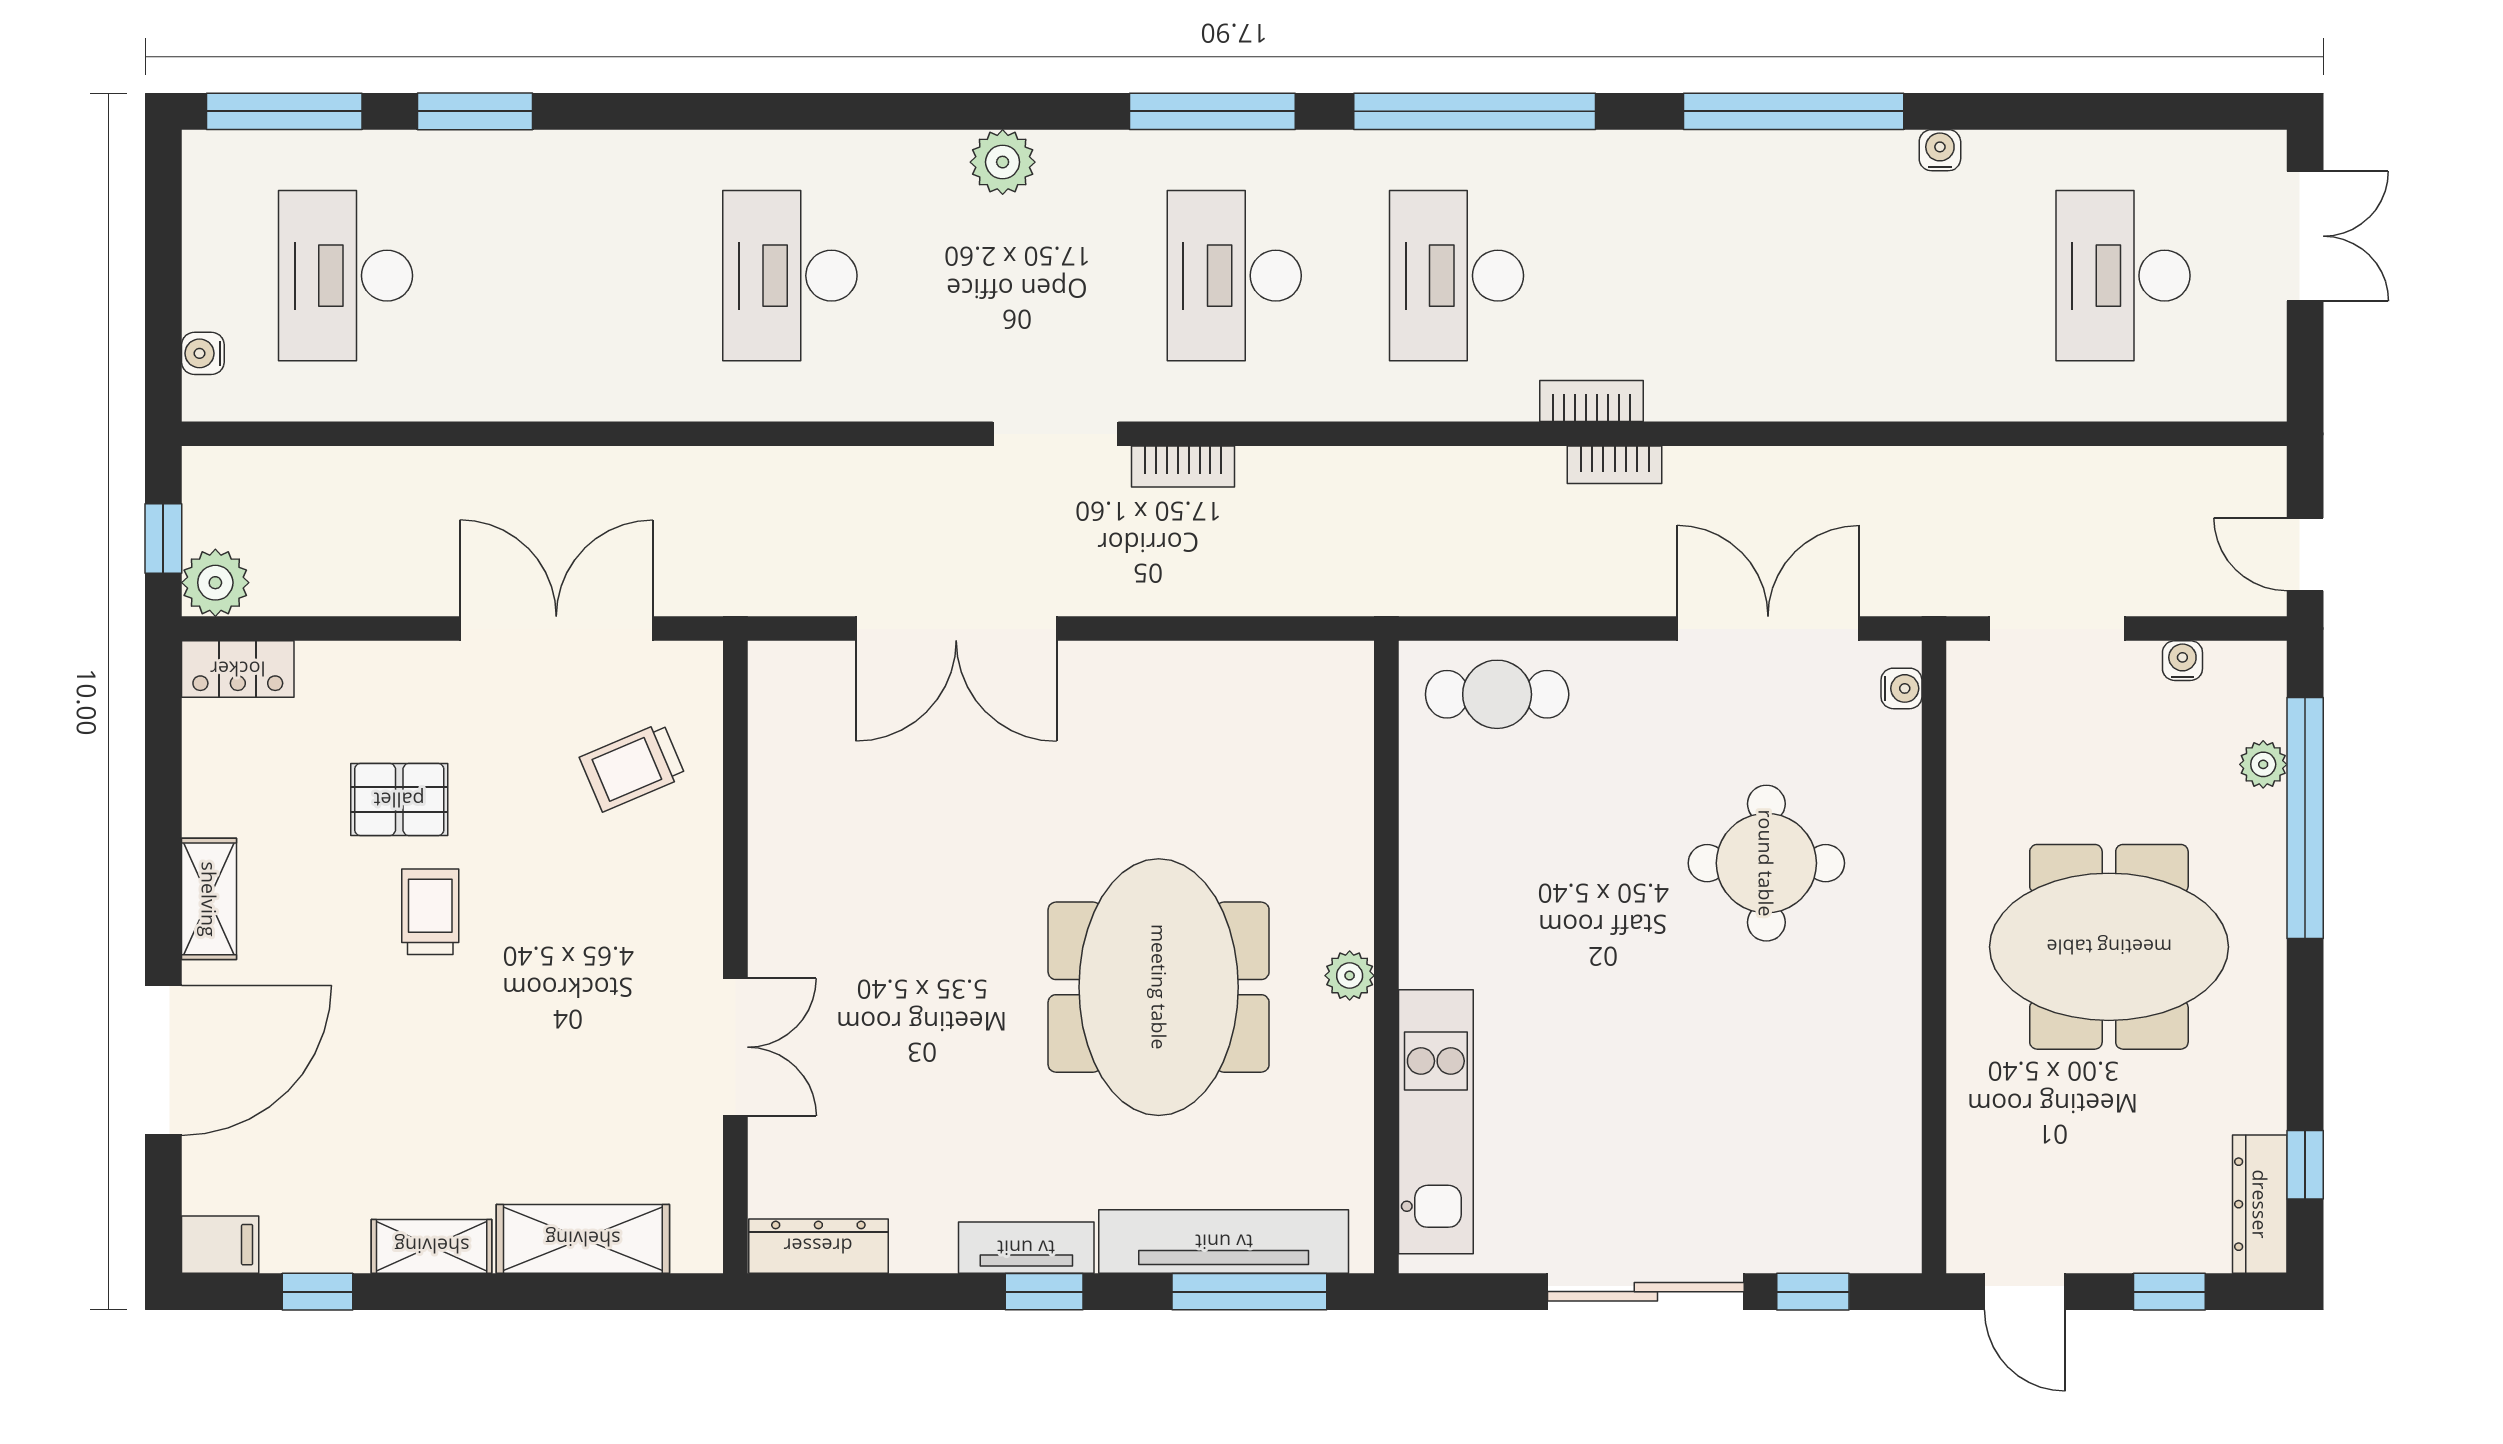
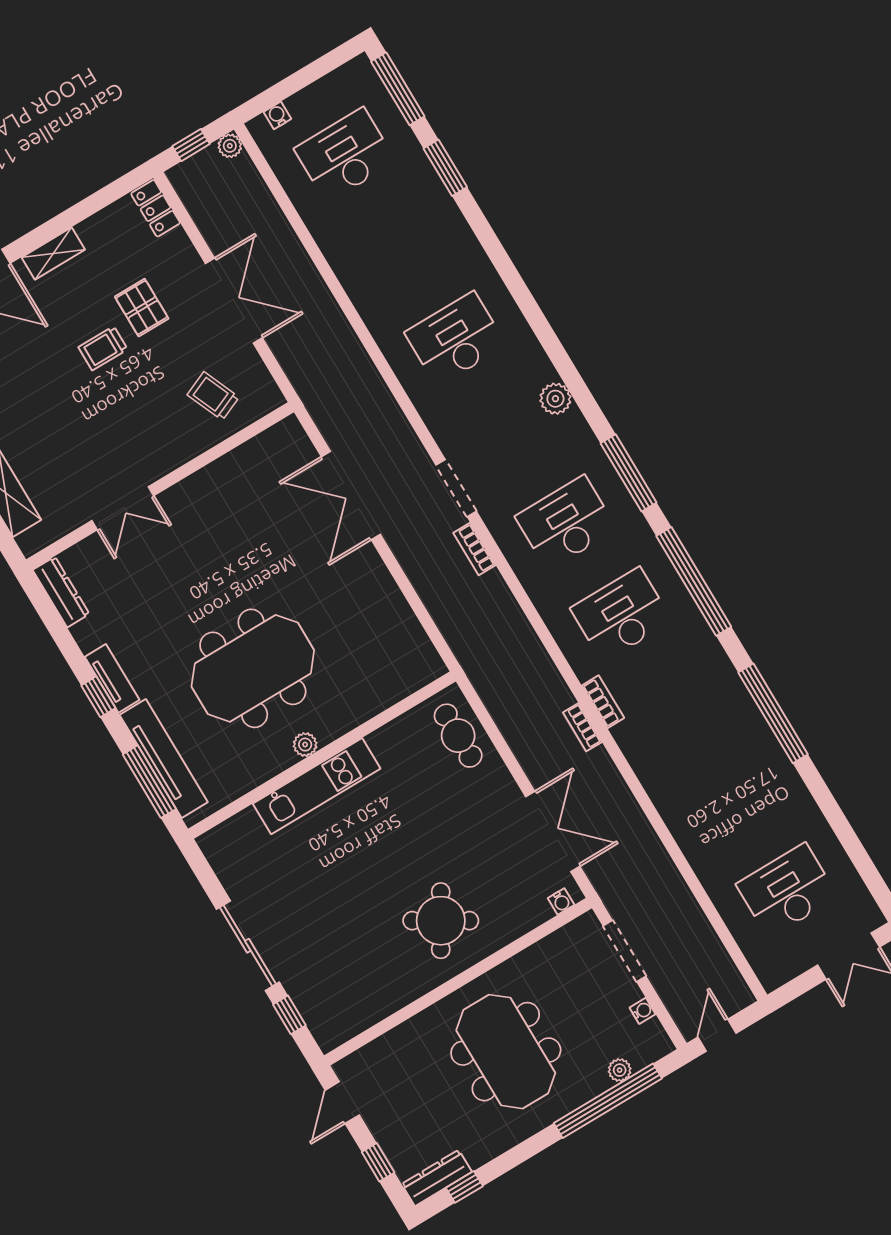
water cooler: (1940, 150) -> (793, 784), removed
plant: (215, 583) -> (230, 146), moved, width x0.73, depth x0.73
double door: (556, 629) -> (234, 301), moved
round table: (1766, 863) -> (441, 921), moved, turned 31
trolley: (430, 912) -> (103, 348), turned 180
kitchen unit: (1436, 1122) -> (317, 786), moved

